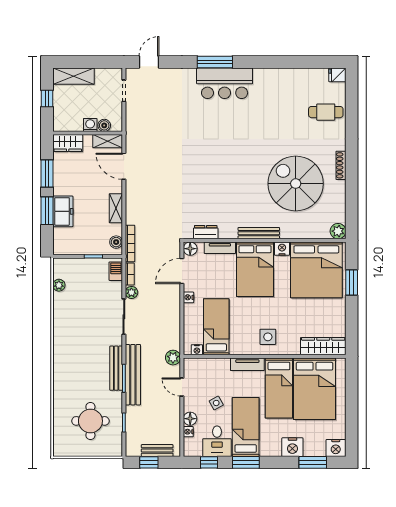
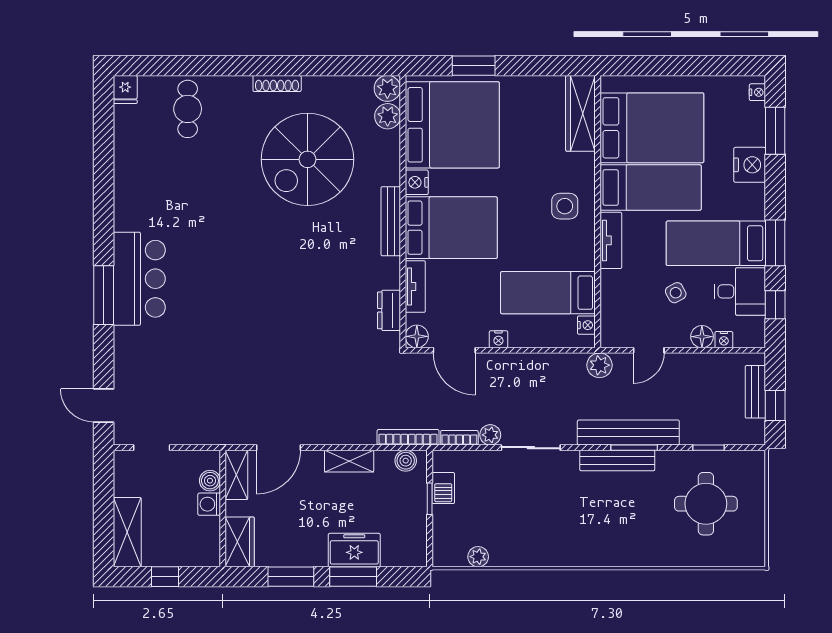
plant: (321, 231) -> (388, 116), added
barbecue: (116, 271) -> (443, 488), moved, turned -90
nightstand: (336, 448) -> (757, 92), width x0.53, depth x0.56

